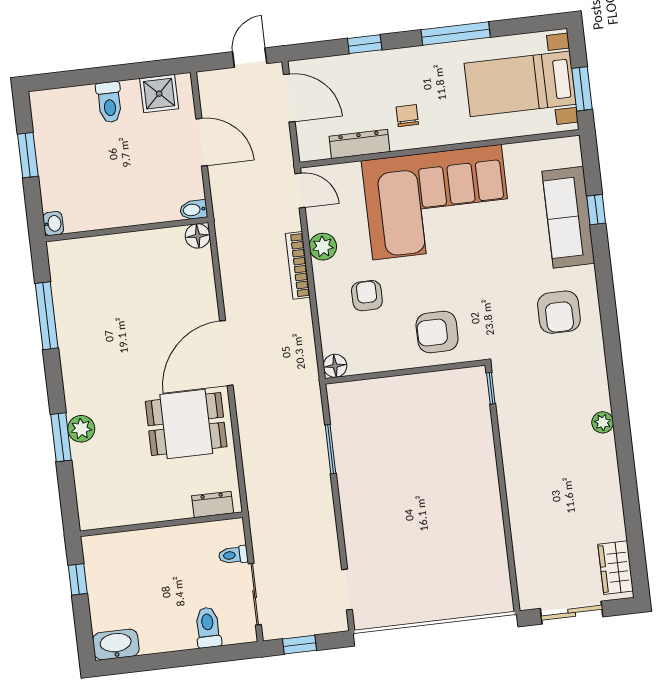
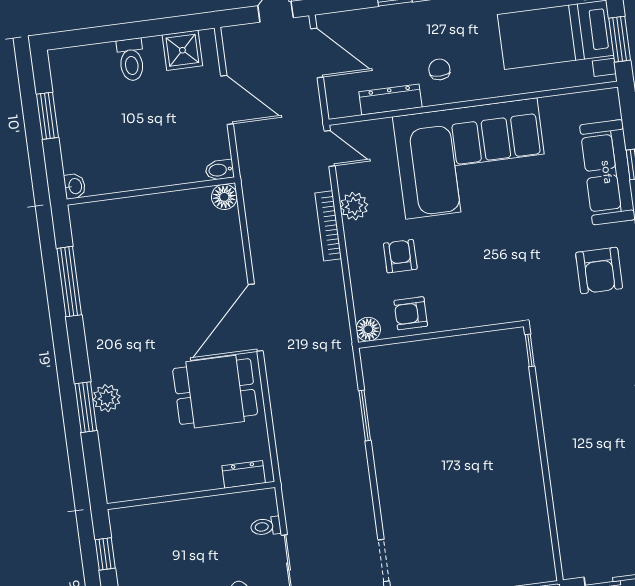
armchair: (437, 332) -> (411, 313), moved, width x0.72, depth x0.72

